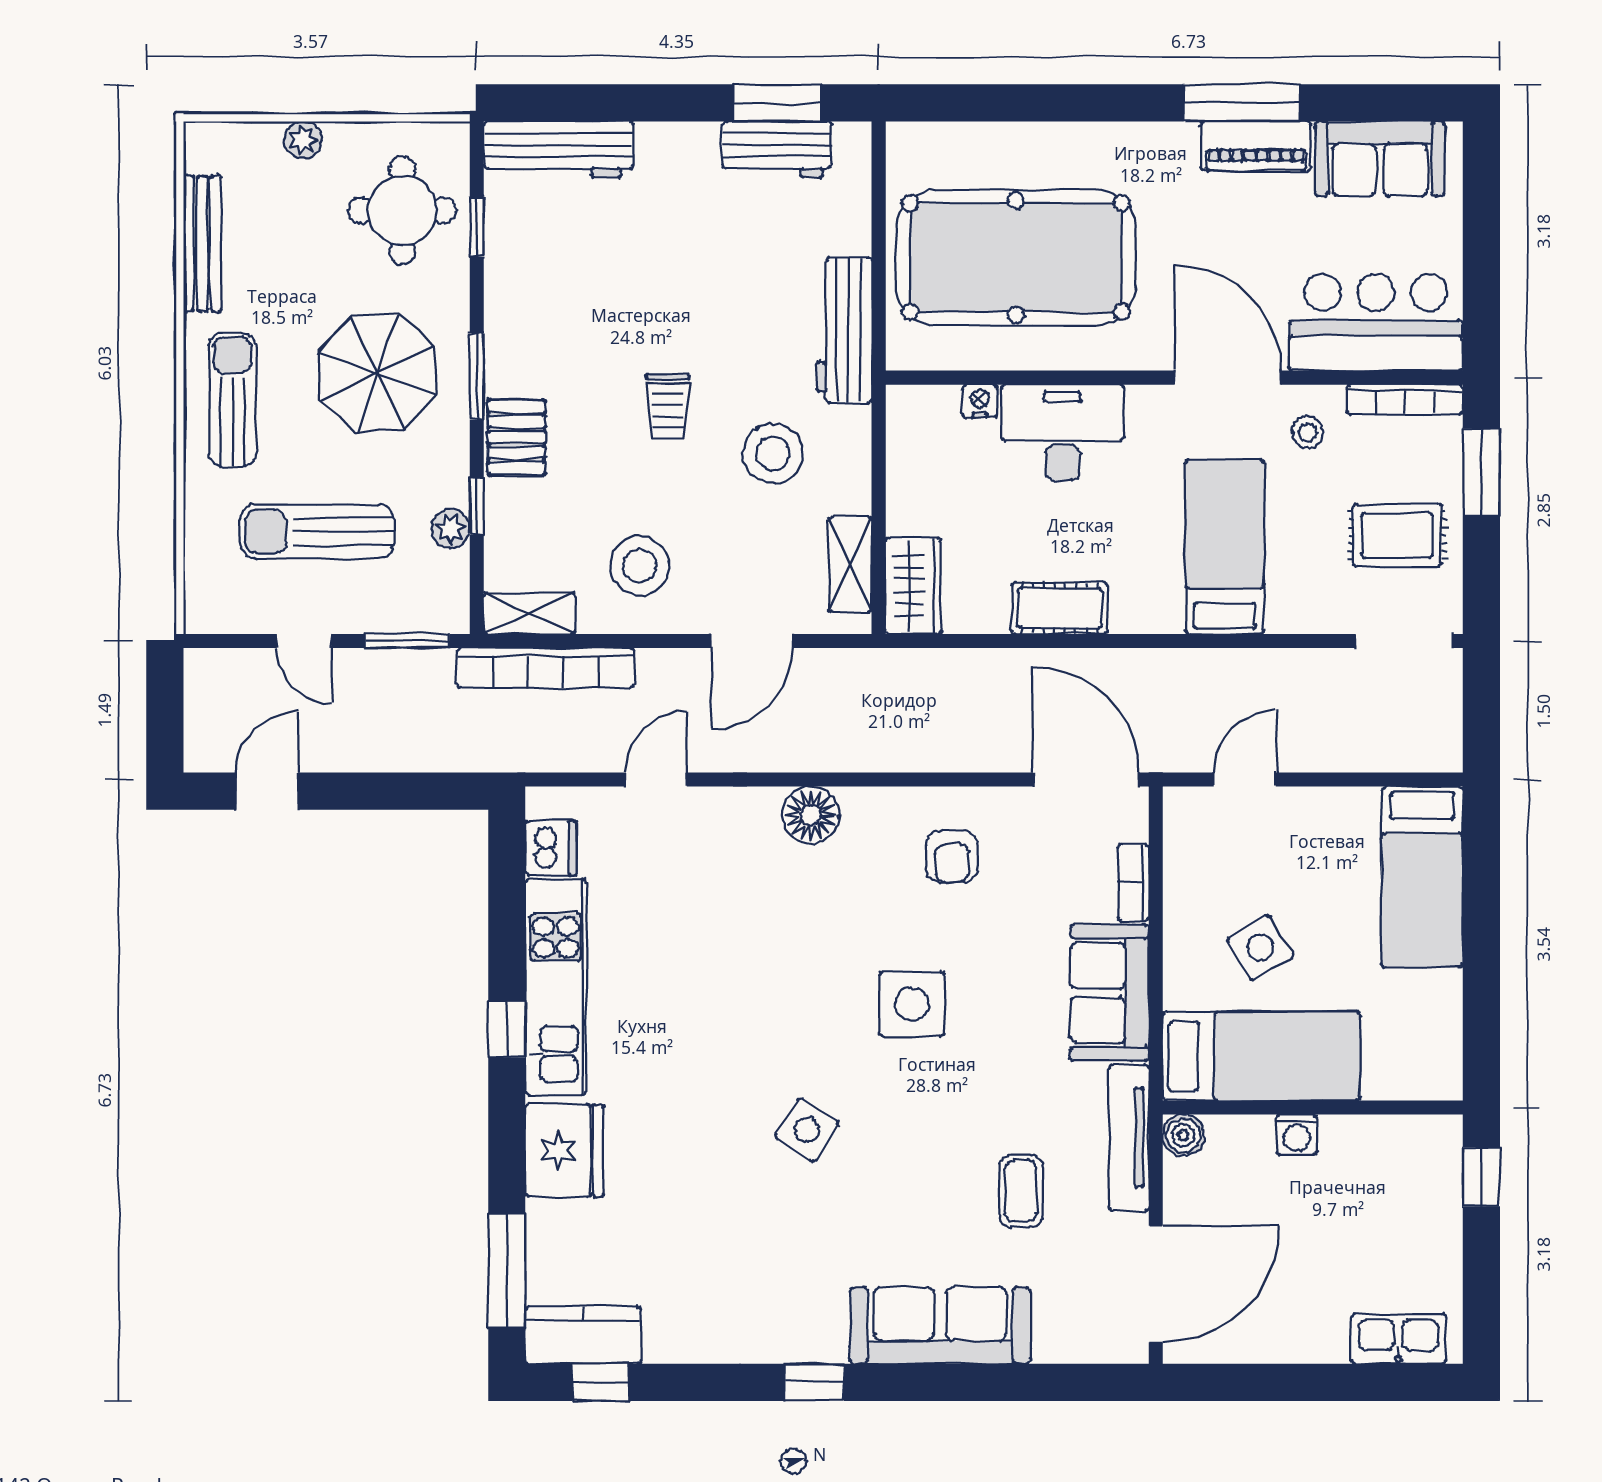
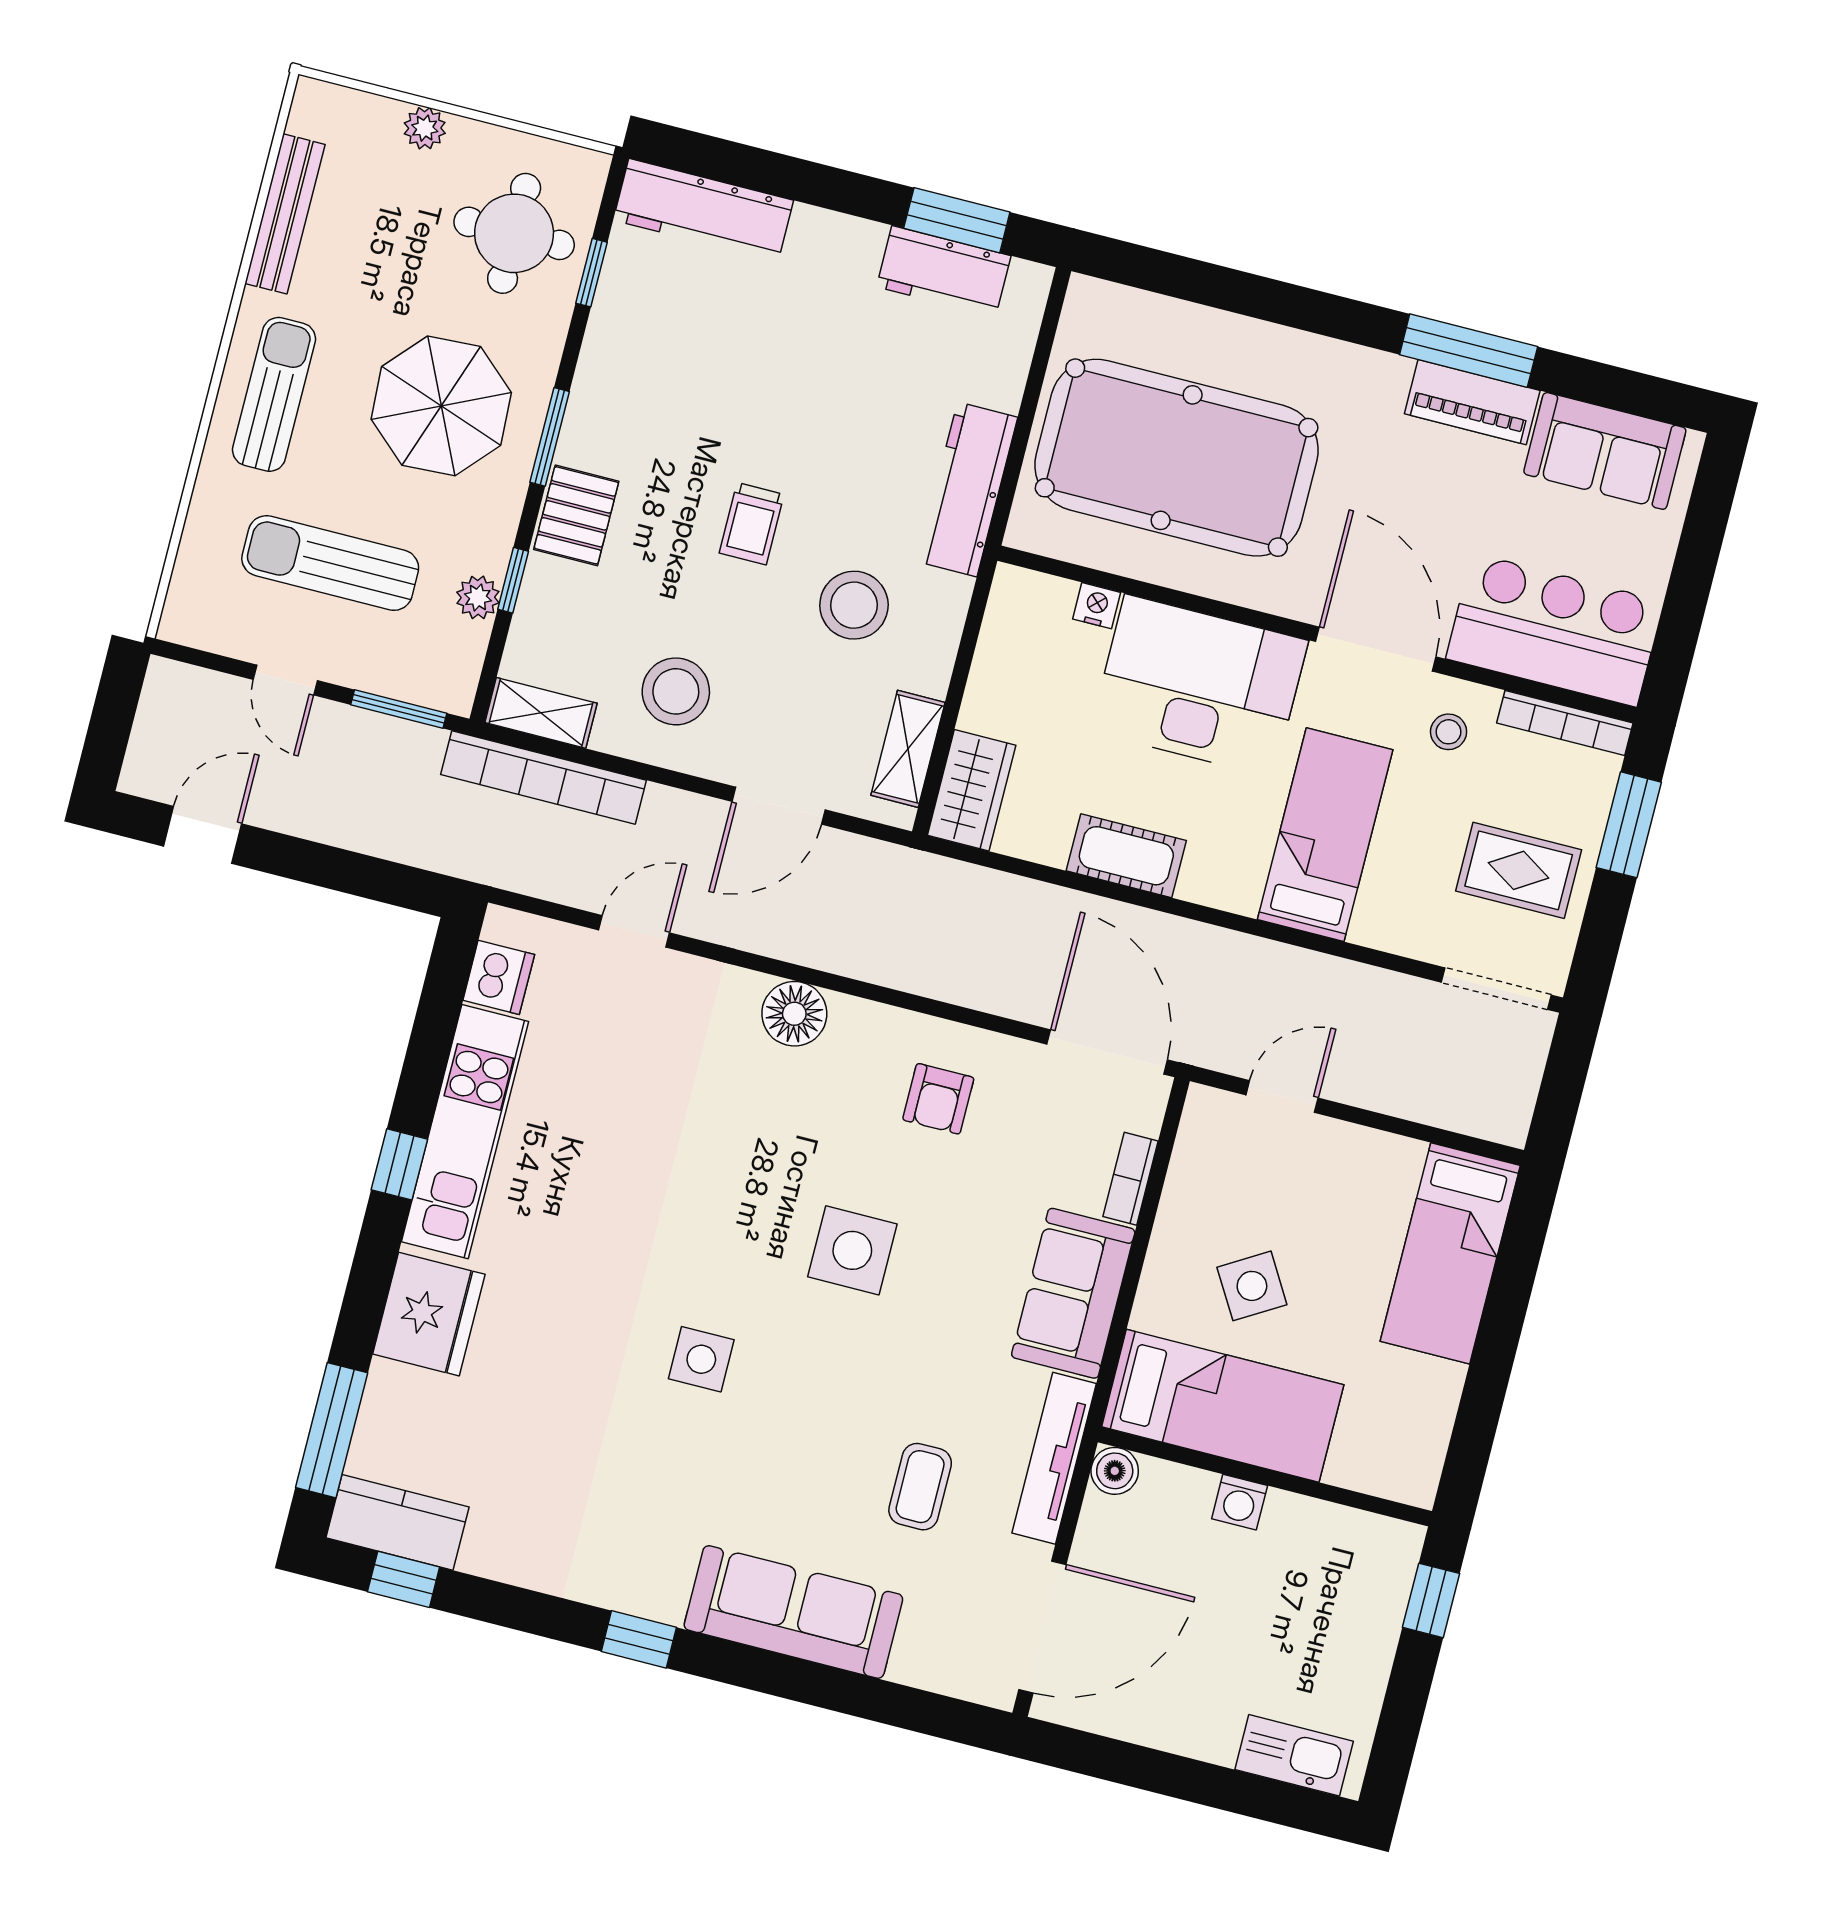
desk: (1063, 433) -> (1199, 686), width x1.36, depth x1.30
side table: (807, 1130) -> (701, 1359), turned -33

